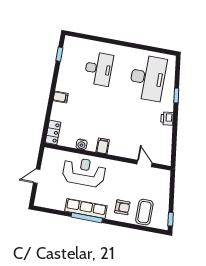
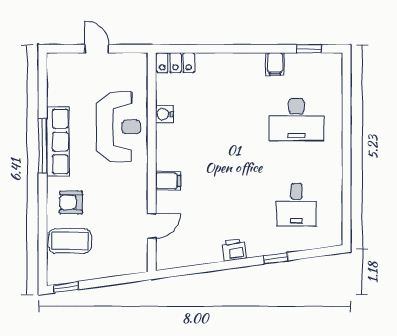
desk: (148, 78) -> (296, 205), width x0.53, depth x0.77
filing cabinet: (61, 97) -> (275, 64), moved
filing cabinet: (103, 146) -> (168, 181), moved
armchair: (122, 207) -> (71, 202), turned 90

